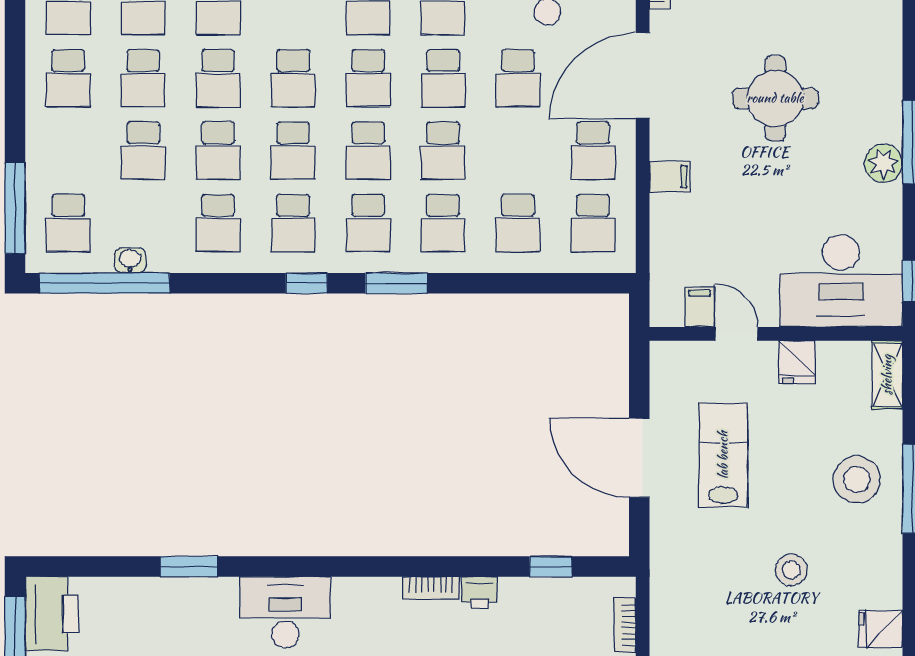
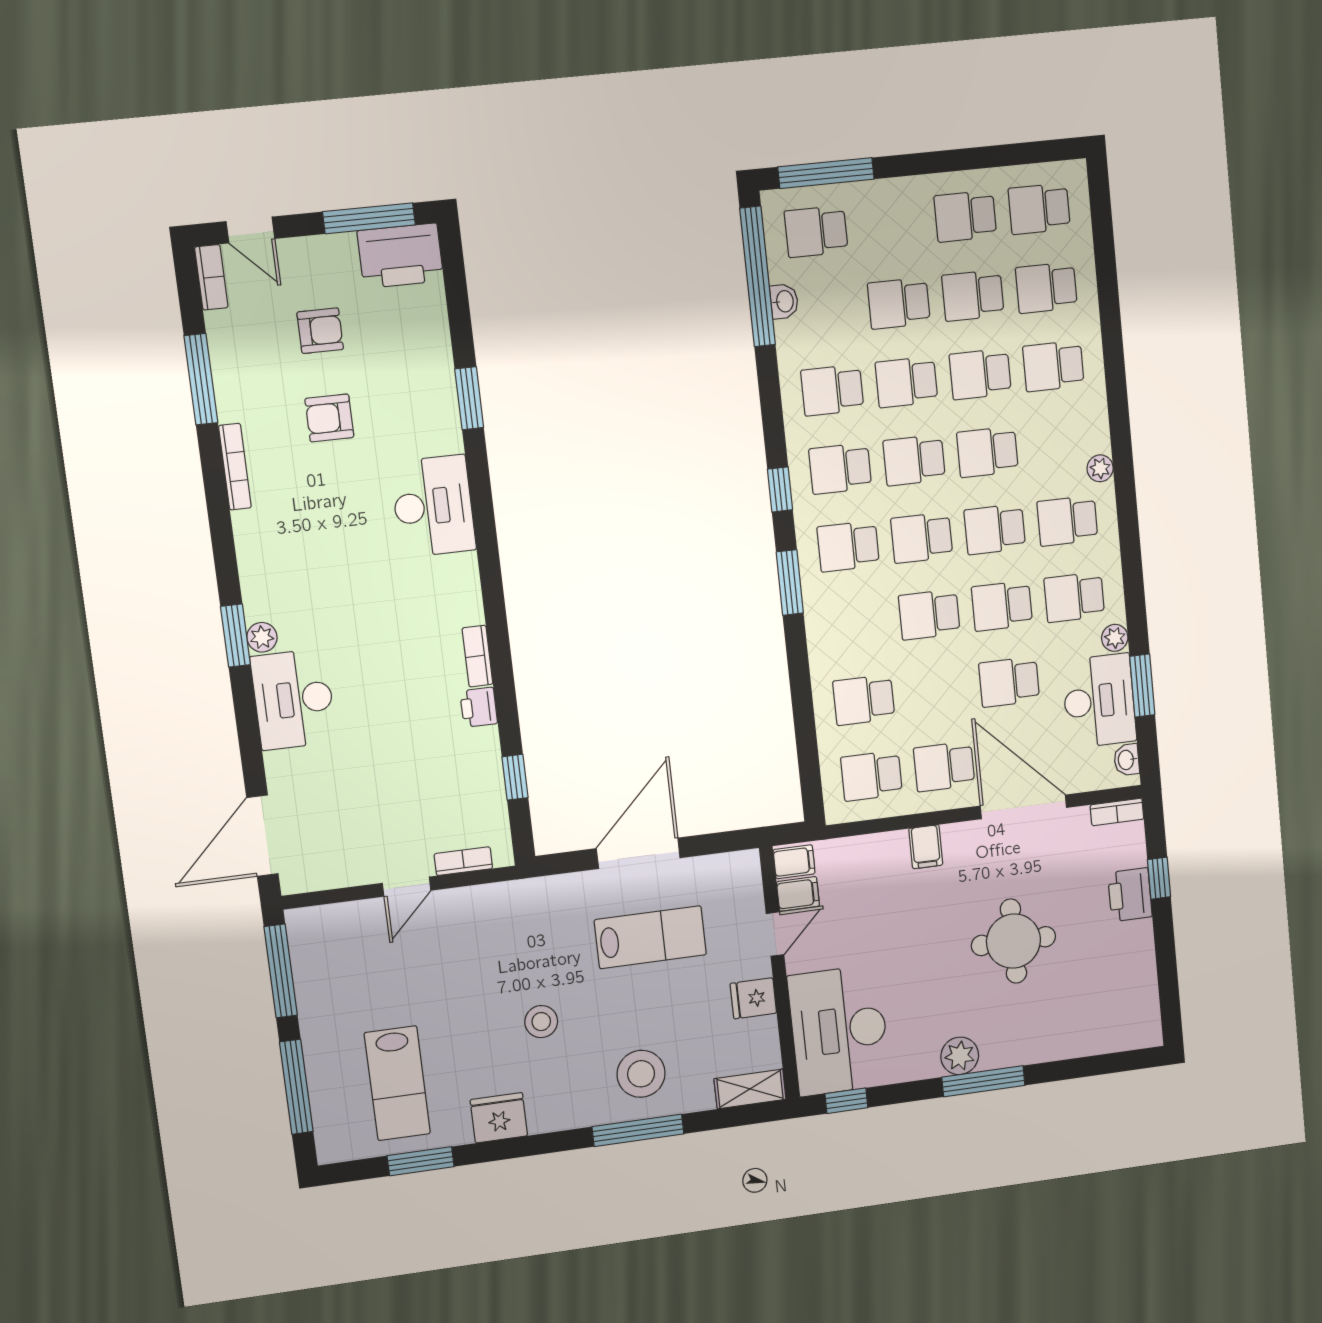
school desk: (443, 223) -> (856, 623), removed
filing cabinet: (667, 308) -> (794, 862), added
fridge: (881, 629) -> (499, 1118), width x1.38

